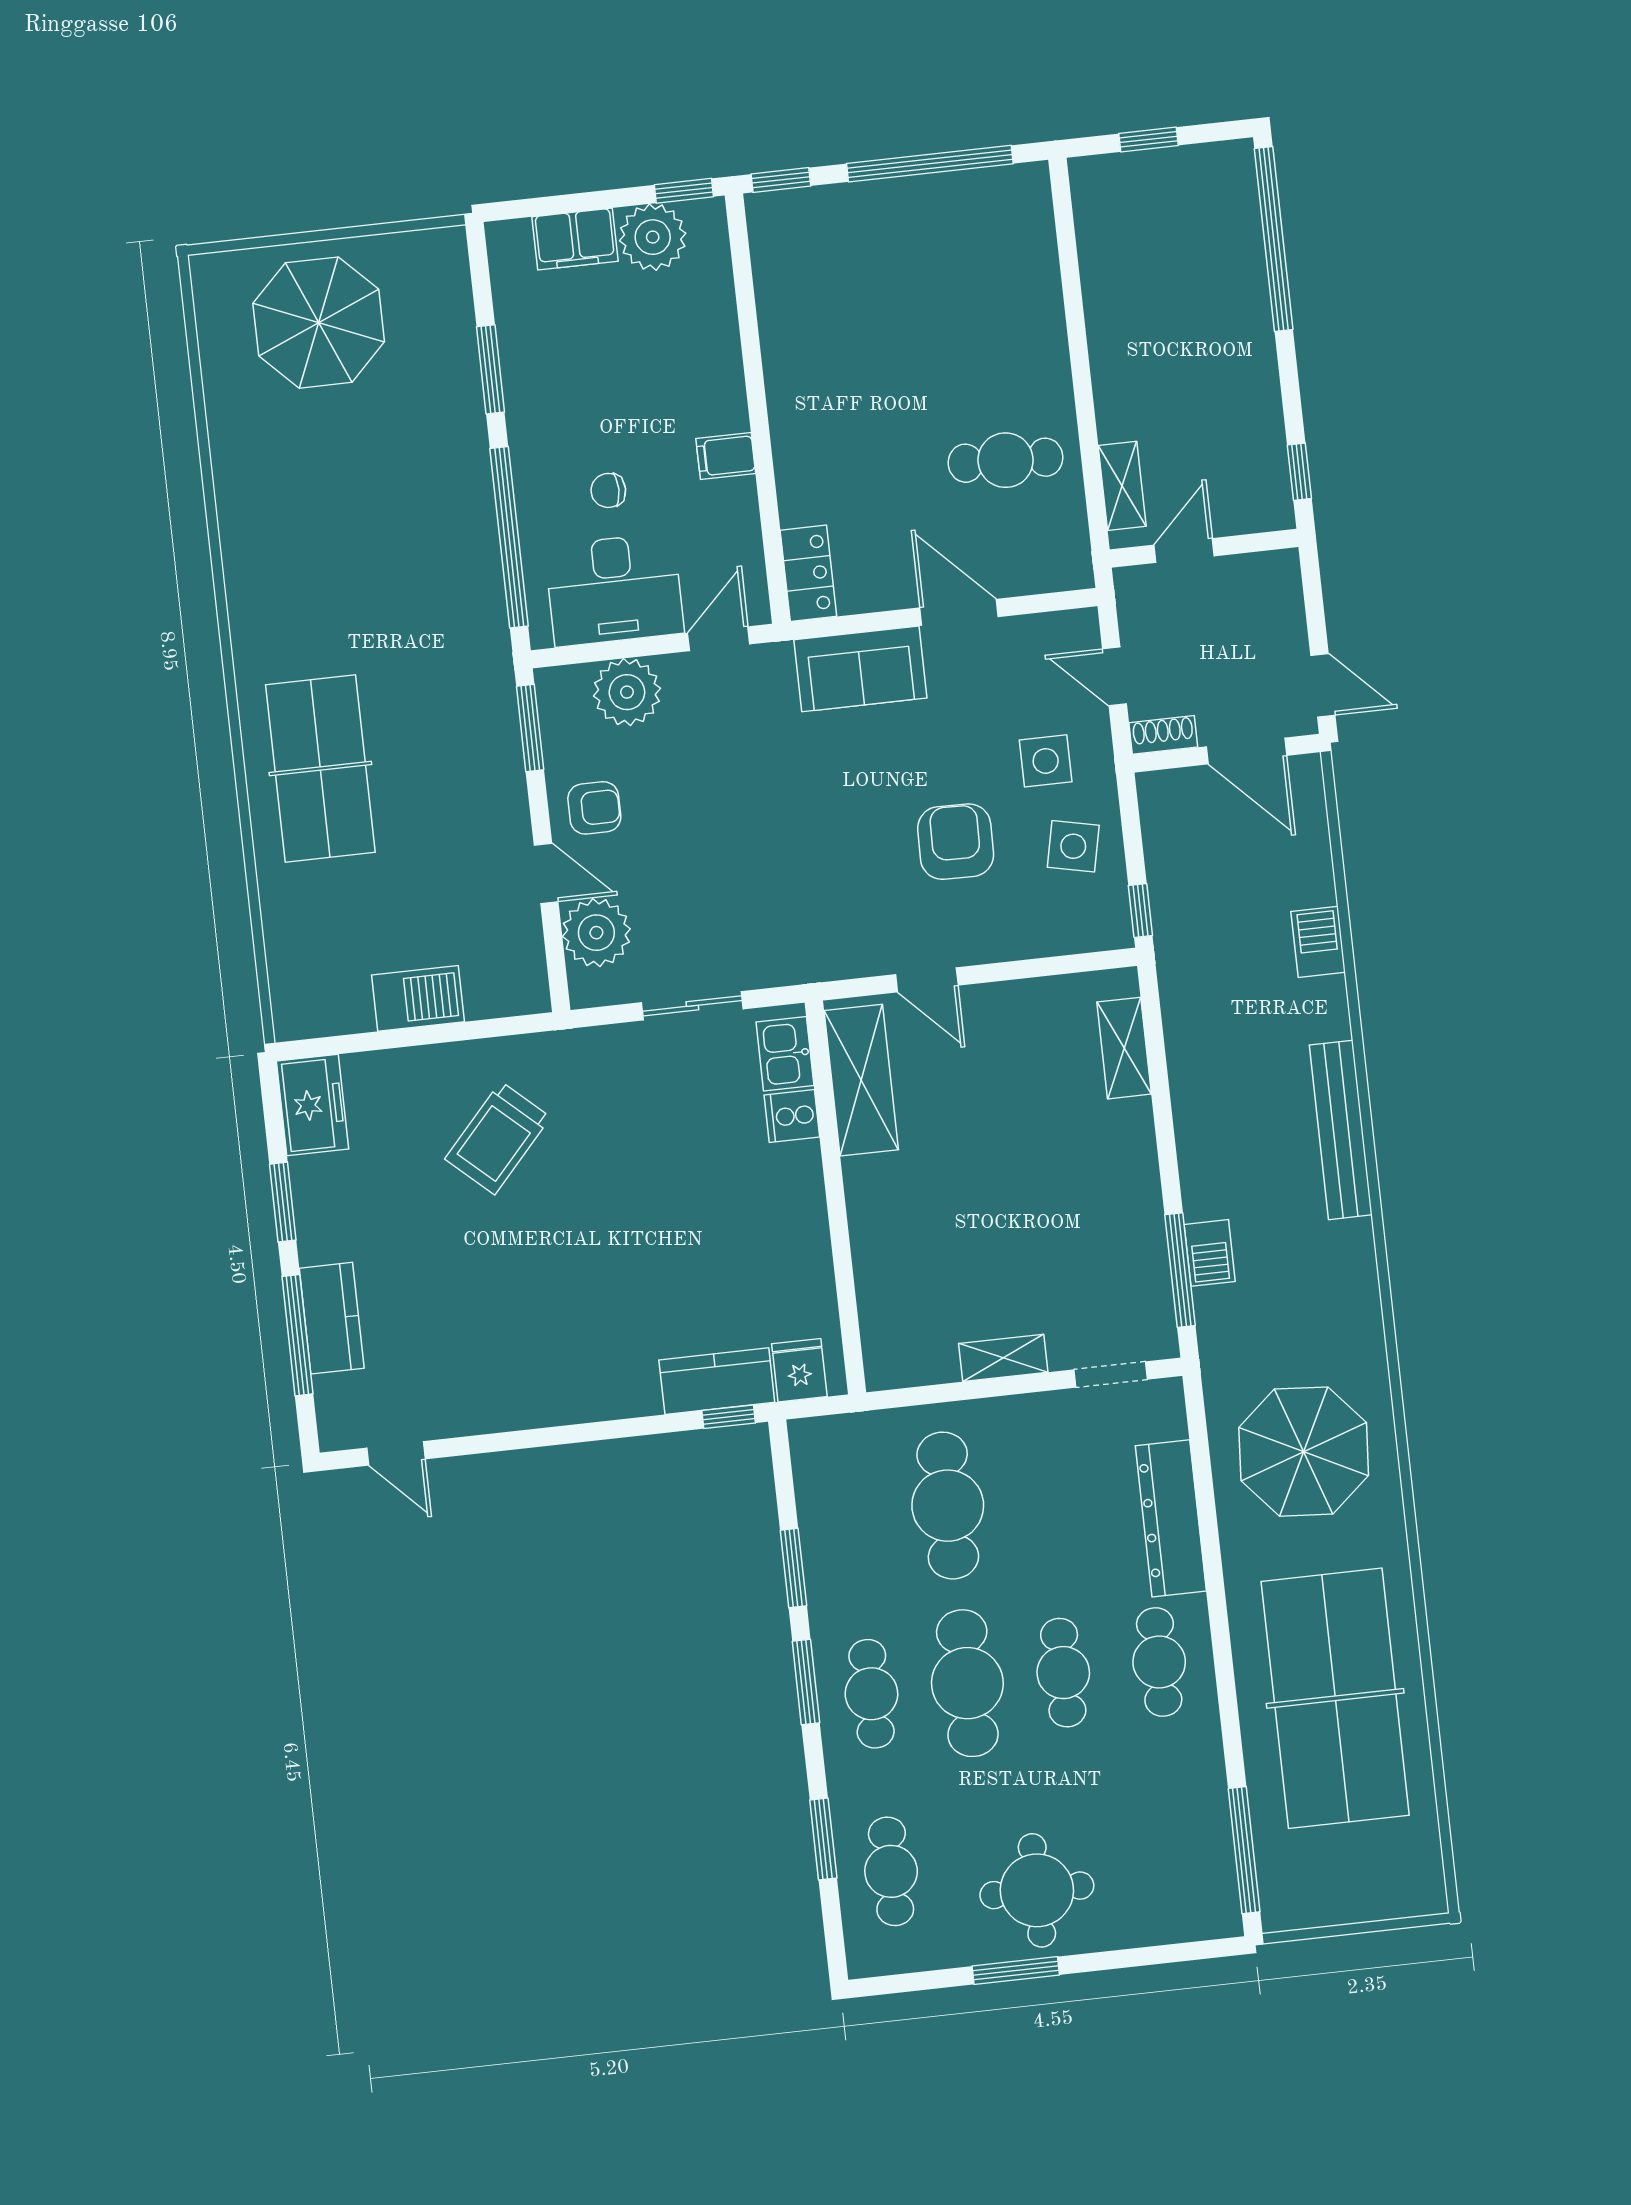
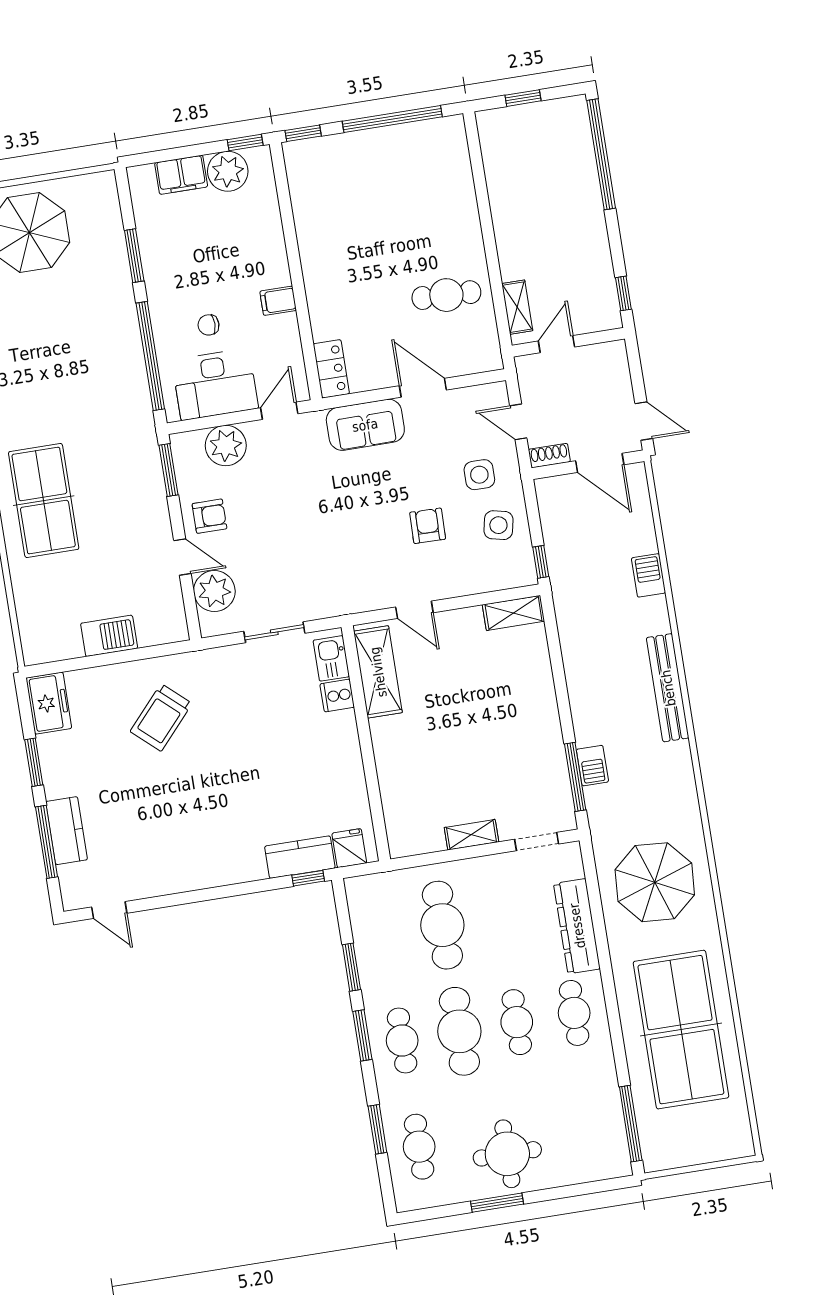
armchair: (956, 842) -> (428, 526), width x0.72, depth x0.72
shelving: (1124, 1048) -> (514, 613), moved, turned 90

